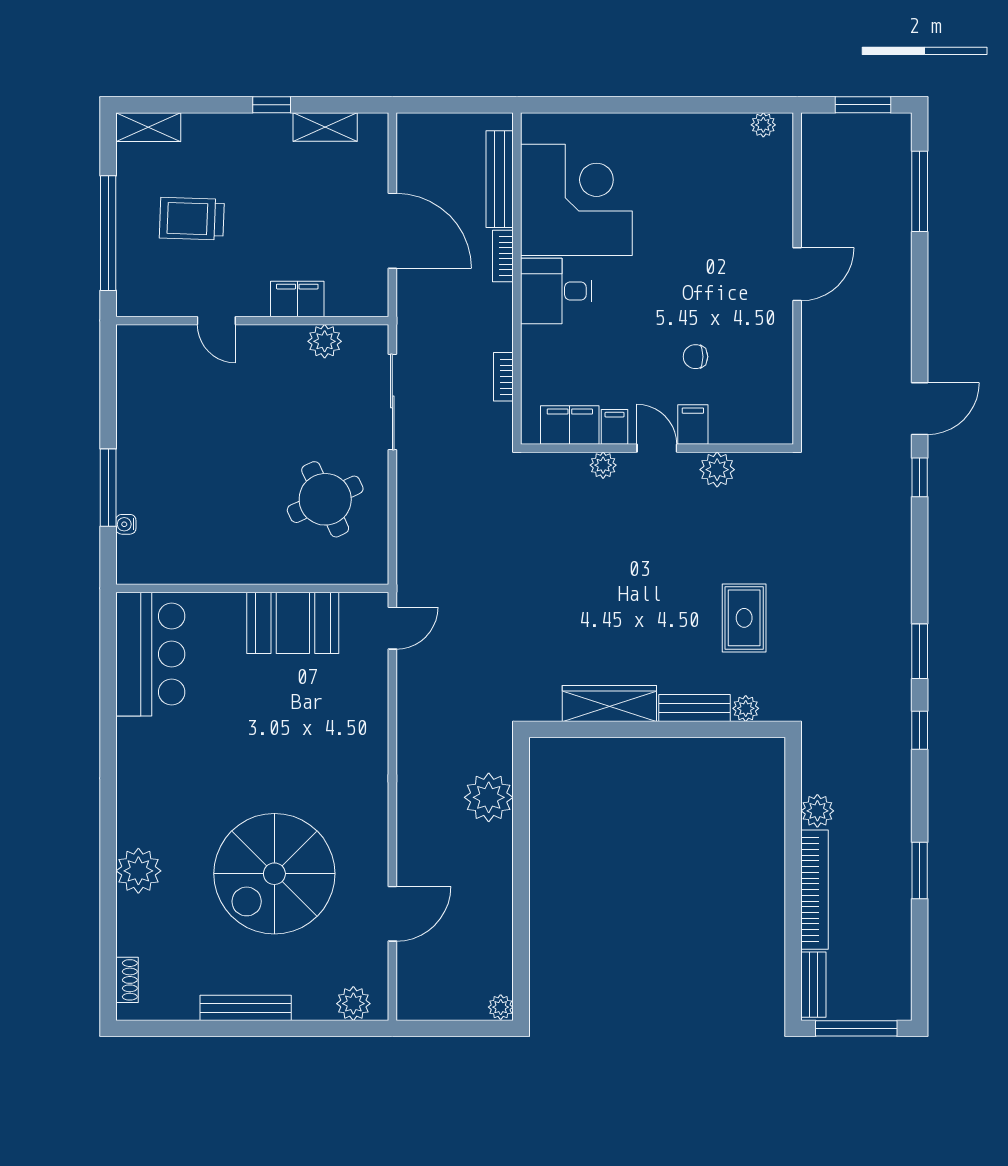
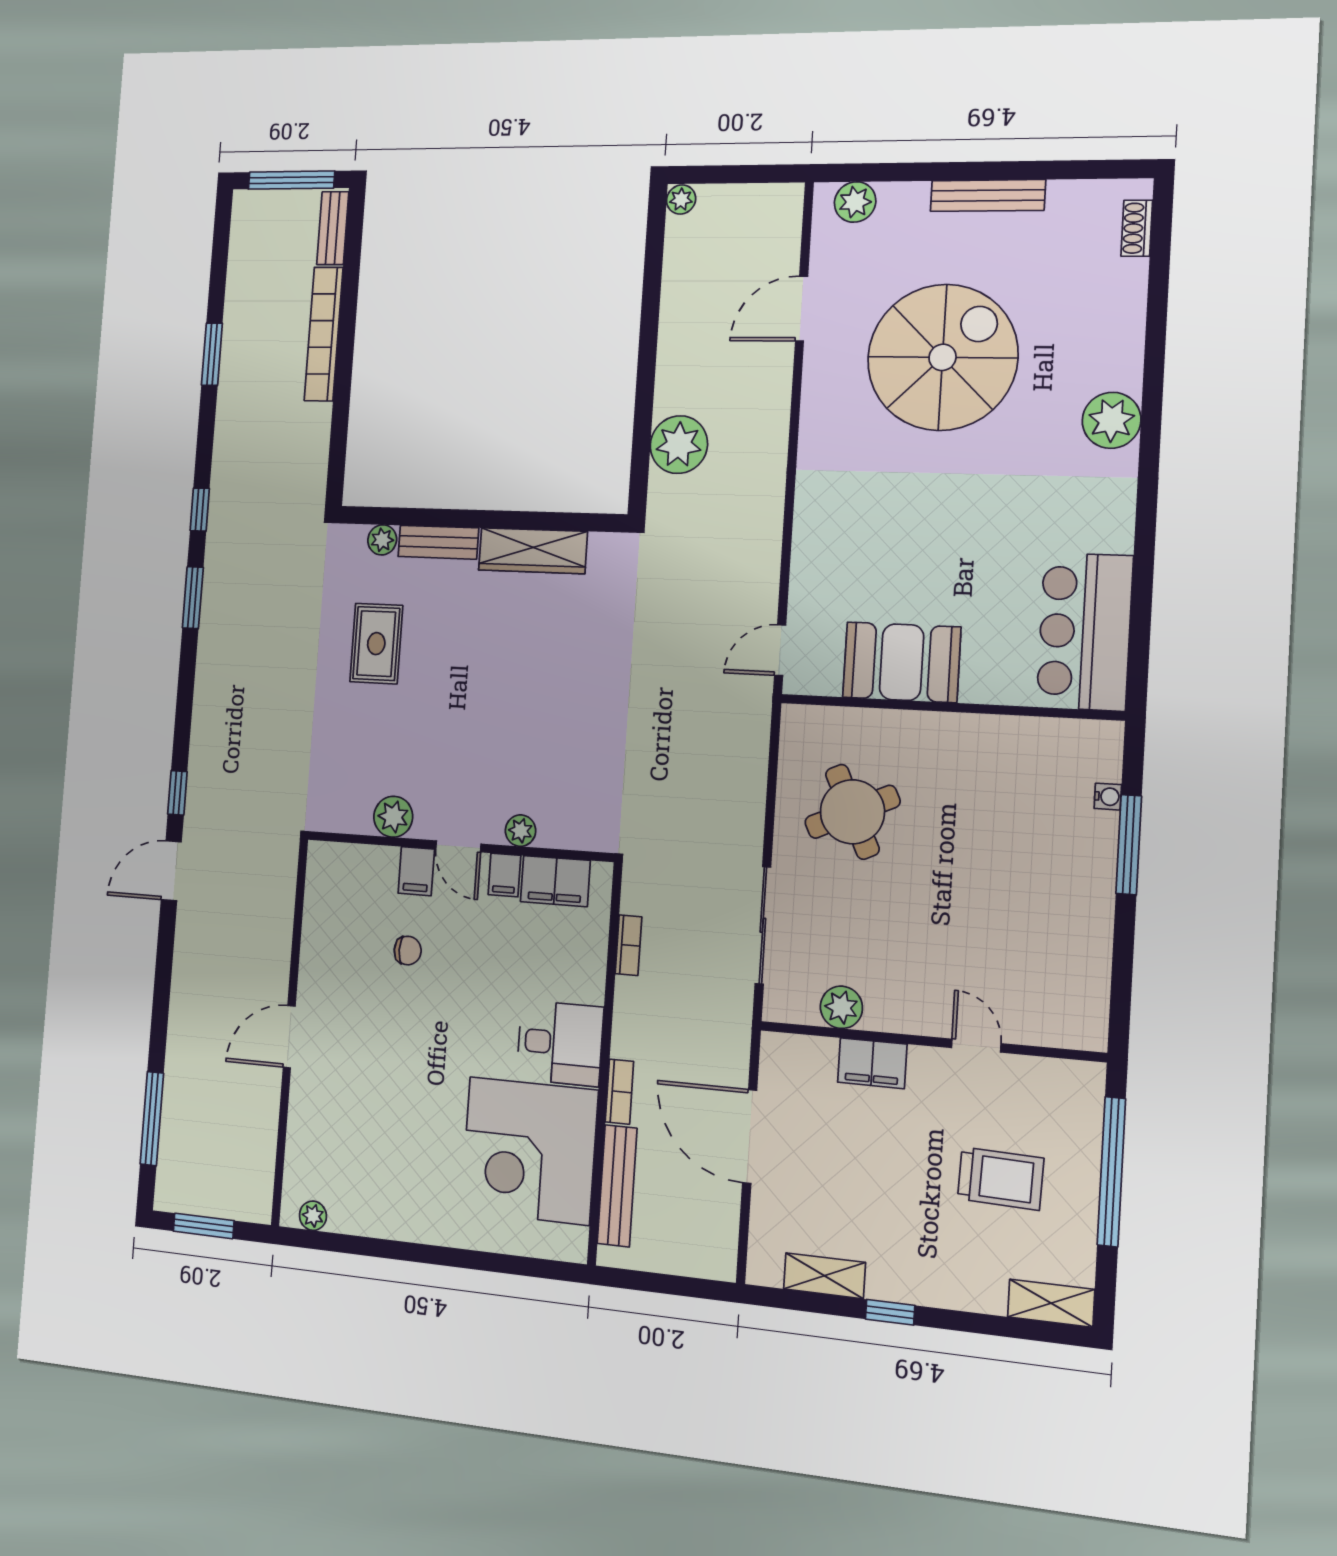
plant: (817, 811) -> (314, 422), removed
plant: (138, 871) -> (1112, 420), moved

